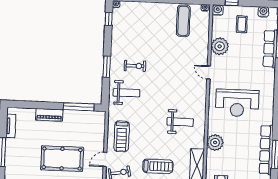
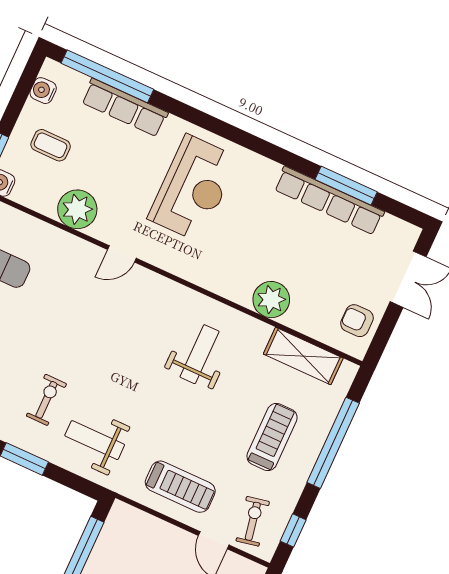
weight bench: (126, 93) -> (95, 440), turned -90
reception desk: (237, 103) -> (193, 188), moved

